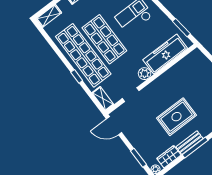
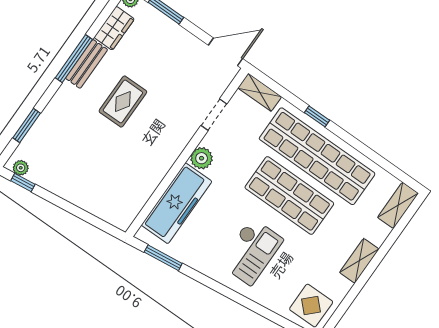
rug: (177, 117) -> (123, 102), width x0.73, depth x0.70

